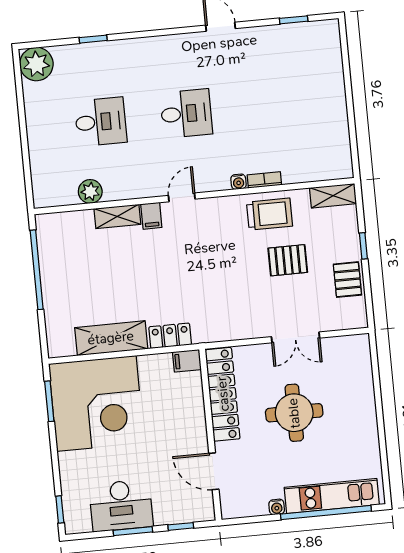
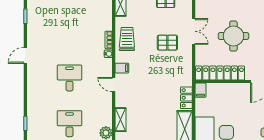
filing cabinet: (151, 216) -> (122, 68), moved
pallet: (288, 260) -> (167, 43), moved, turned 90

